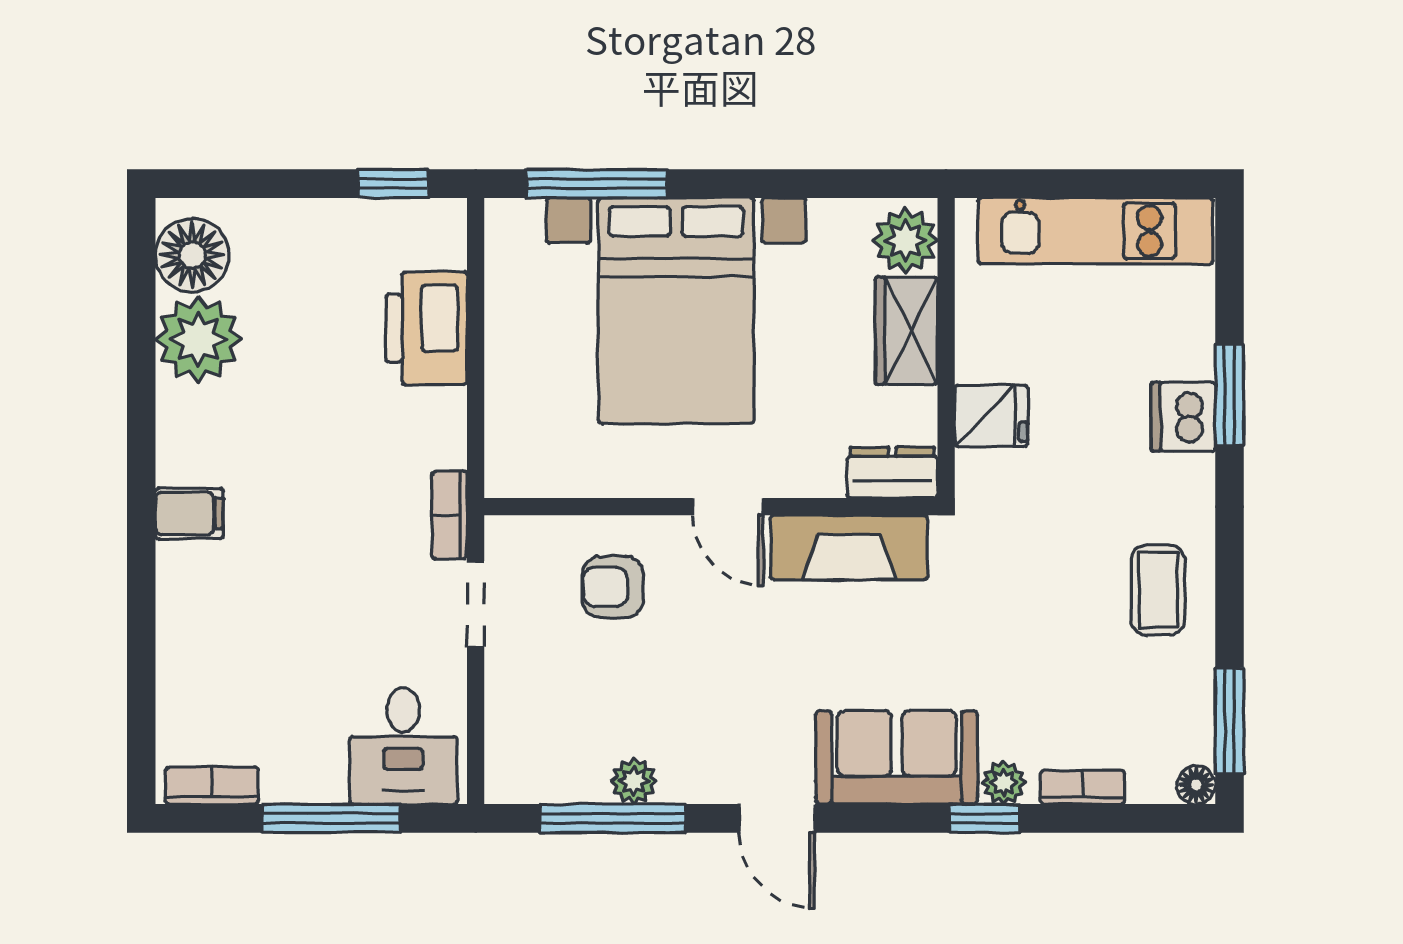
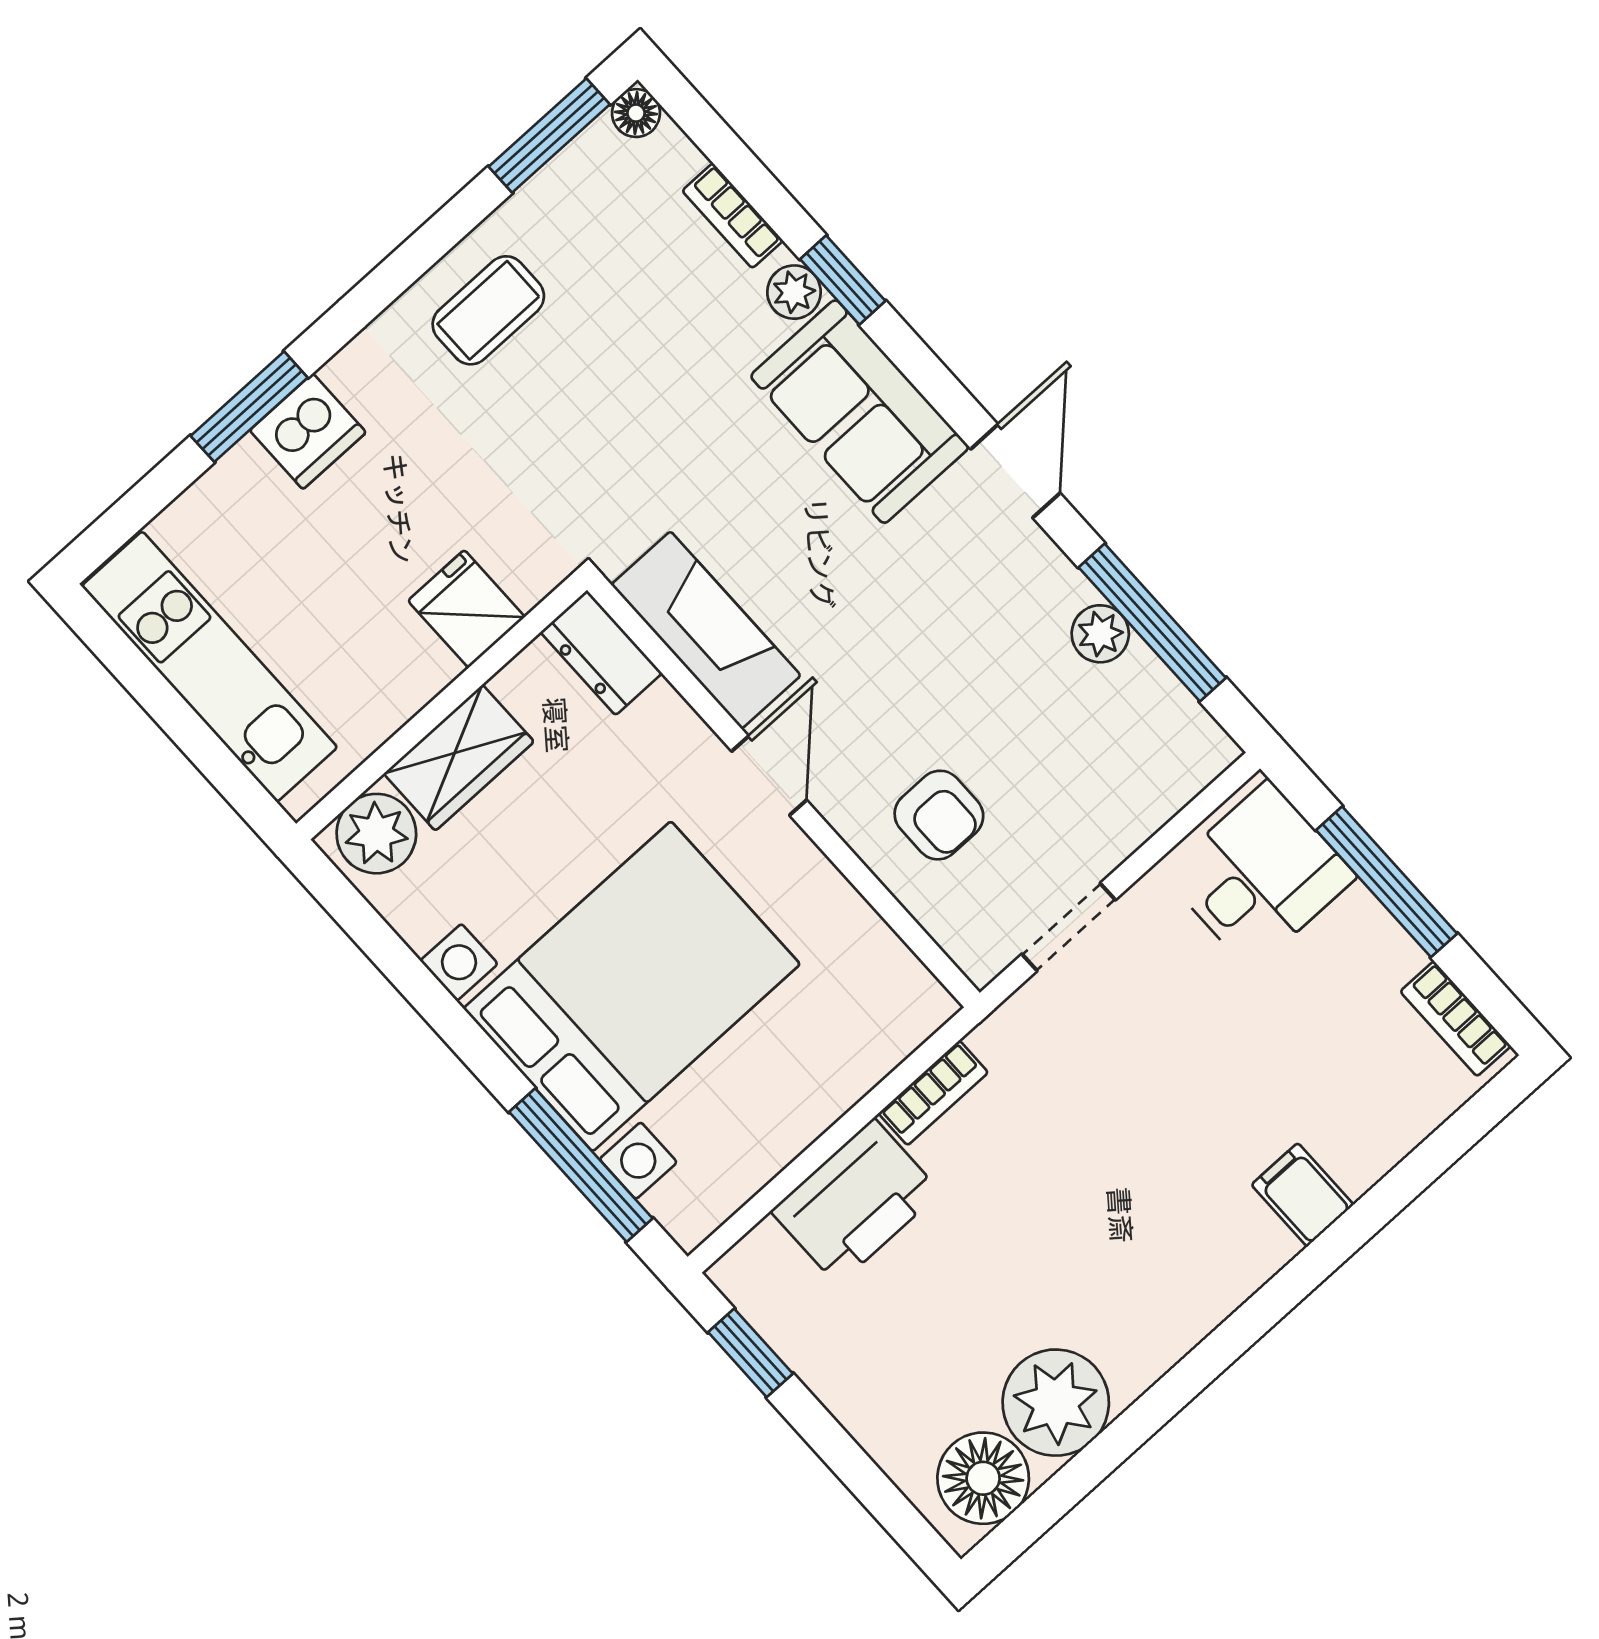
filing cabinet: (189, 513) -> (1302, 1195), moved
bookcase: (450, 515) -> (933, 1093), moved

